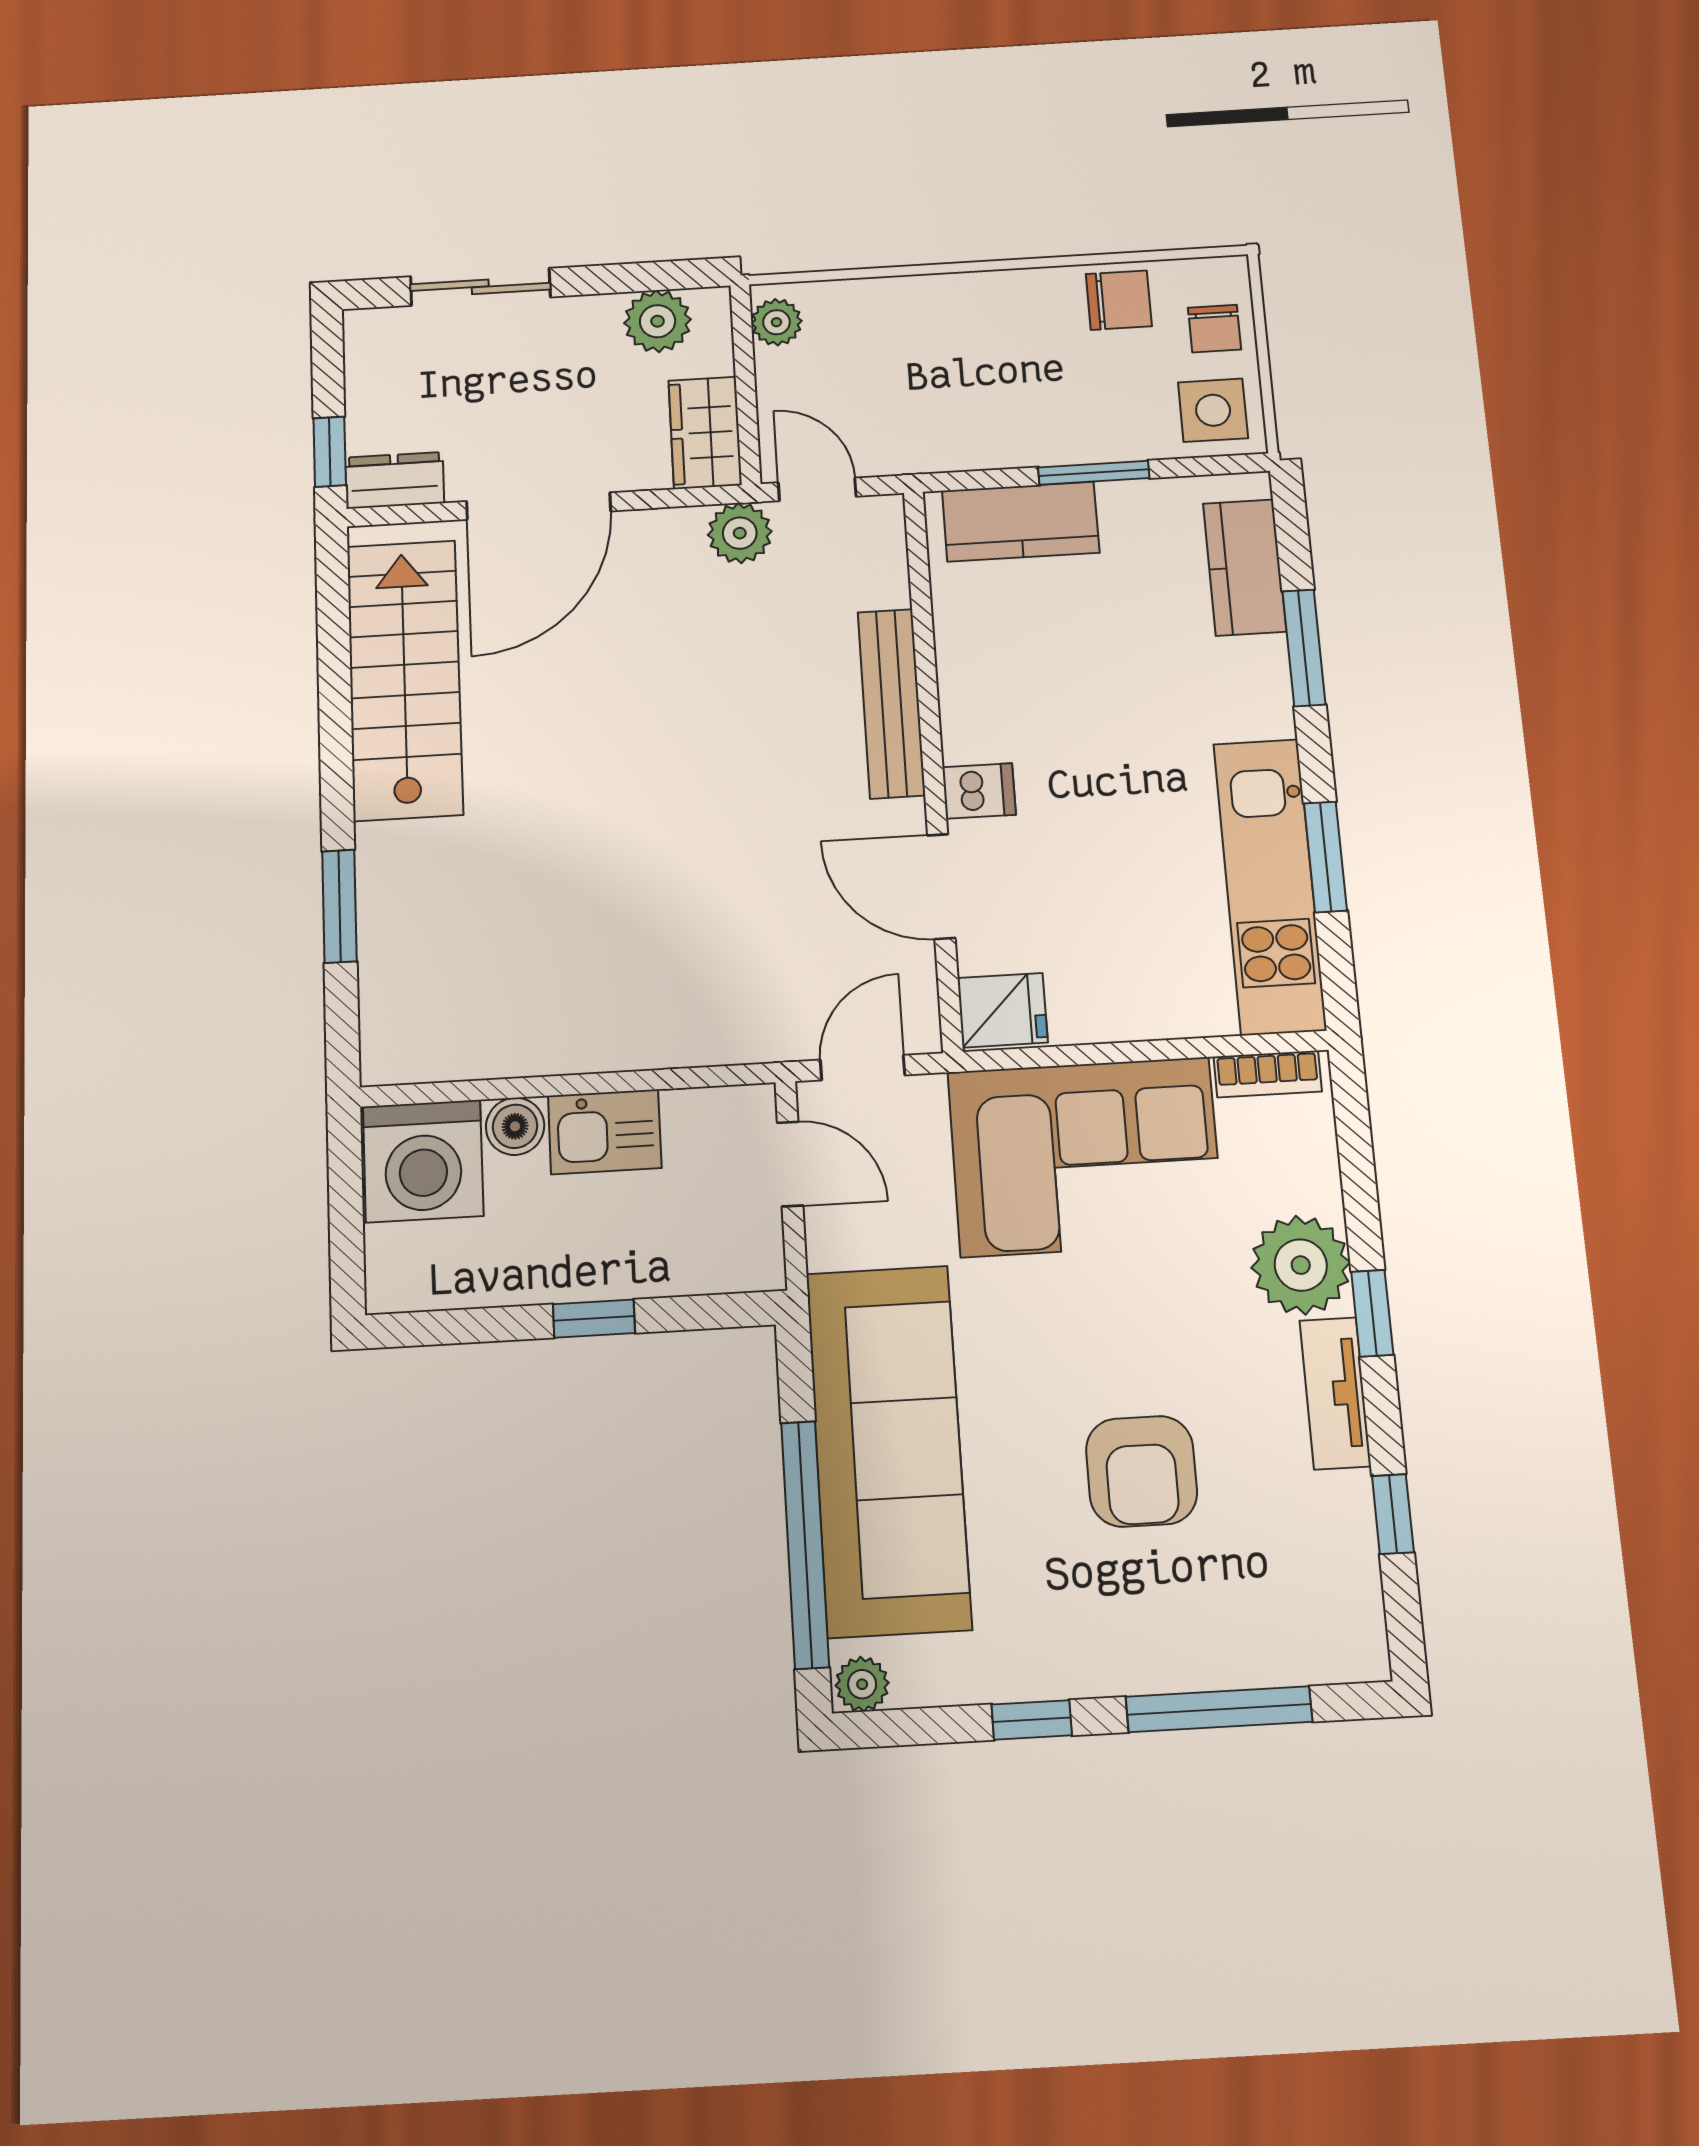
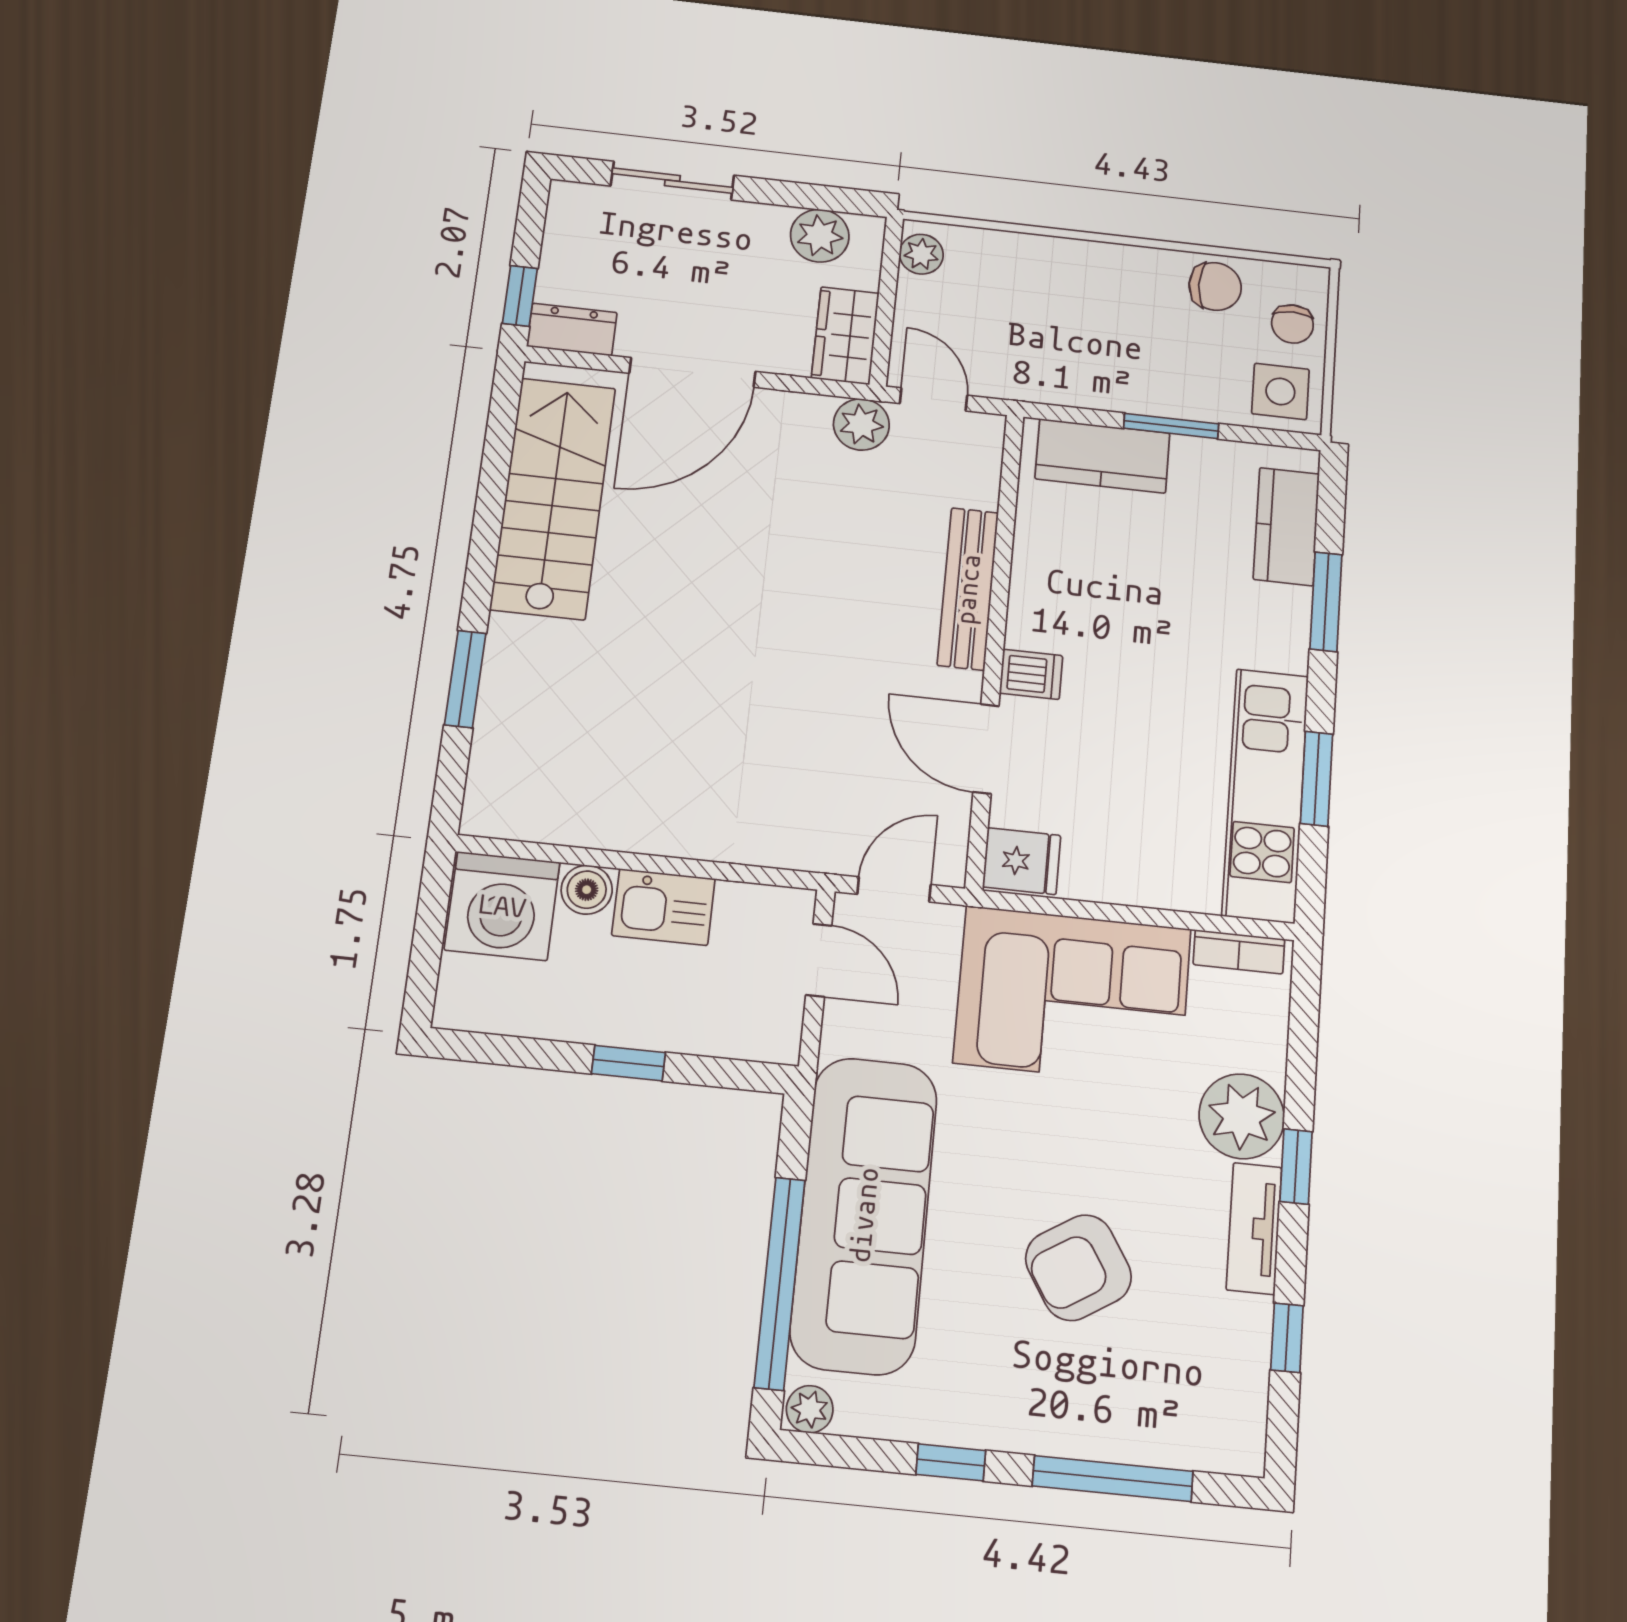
armchair: (1141, 1471) -> (1078, 1268), turned 58

